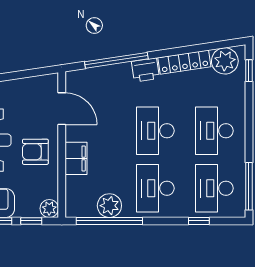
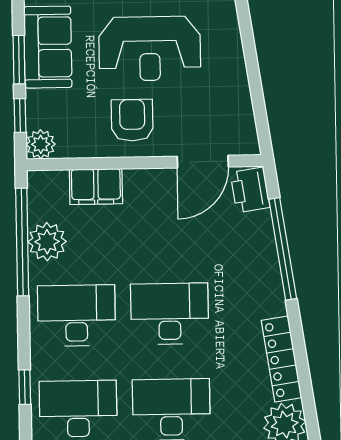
printer: (145, 70) -> (250, 190), moved
filing cabinet: (76, 158) -> (96, 187), moved

